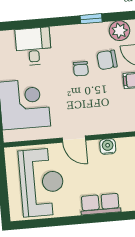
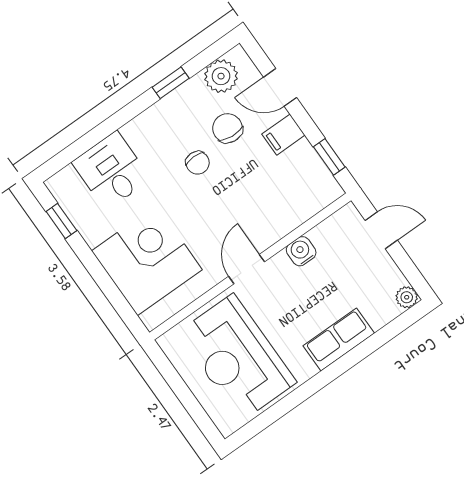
chair: (107, 60) -> (228, 128), turned 100
door: (74, 139) -> (247, 269), swing flipped
reception desk: (42, 182) -> (237, 357), turned 180

